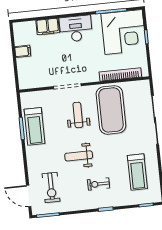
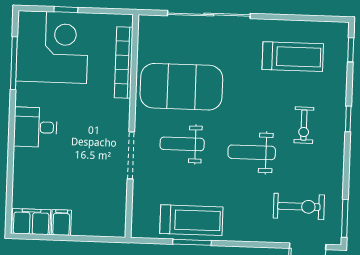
filing cabinet: (48, 26) -> (31, 222), moved, turned -90
desk: (76, 29) -> (35, 127), width x0.73
weight bench: (79, 156) -> (252, 152), turned 90

